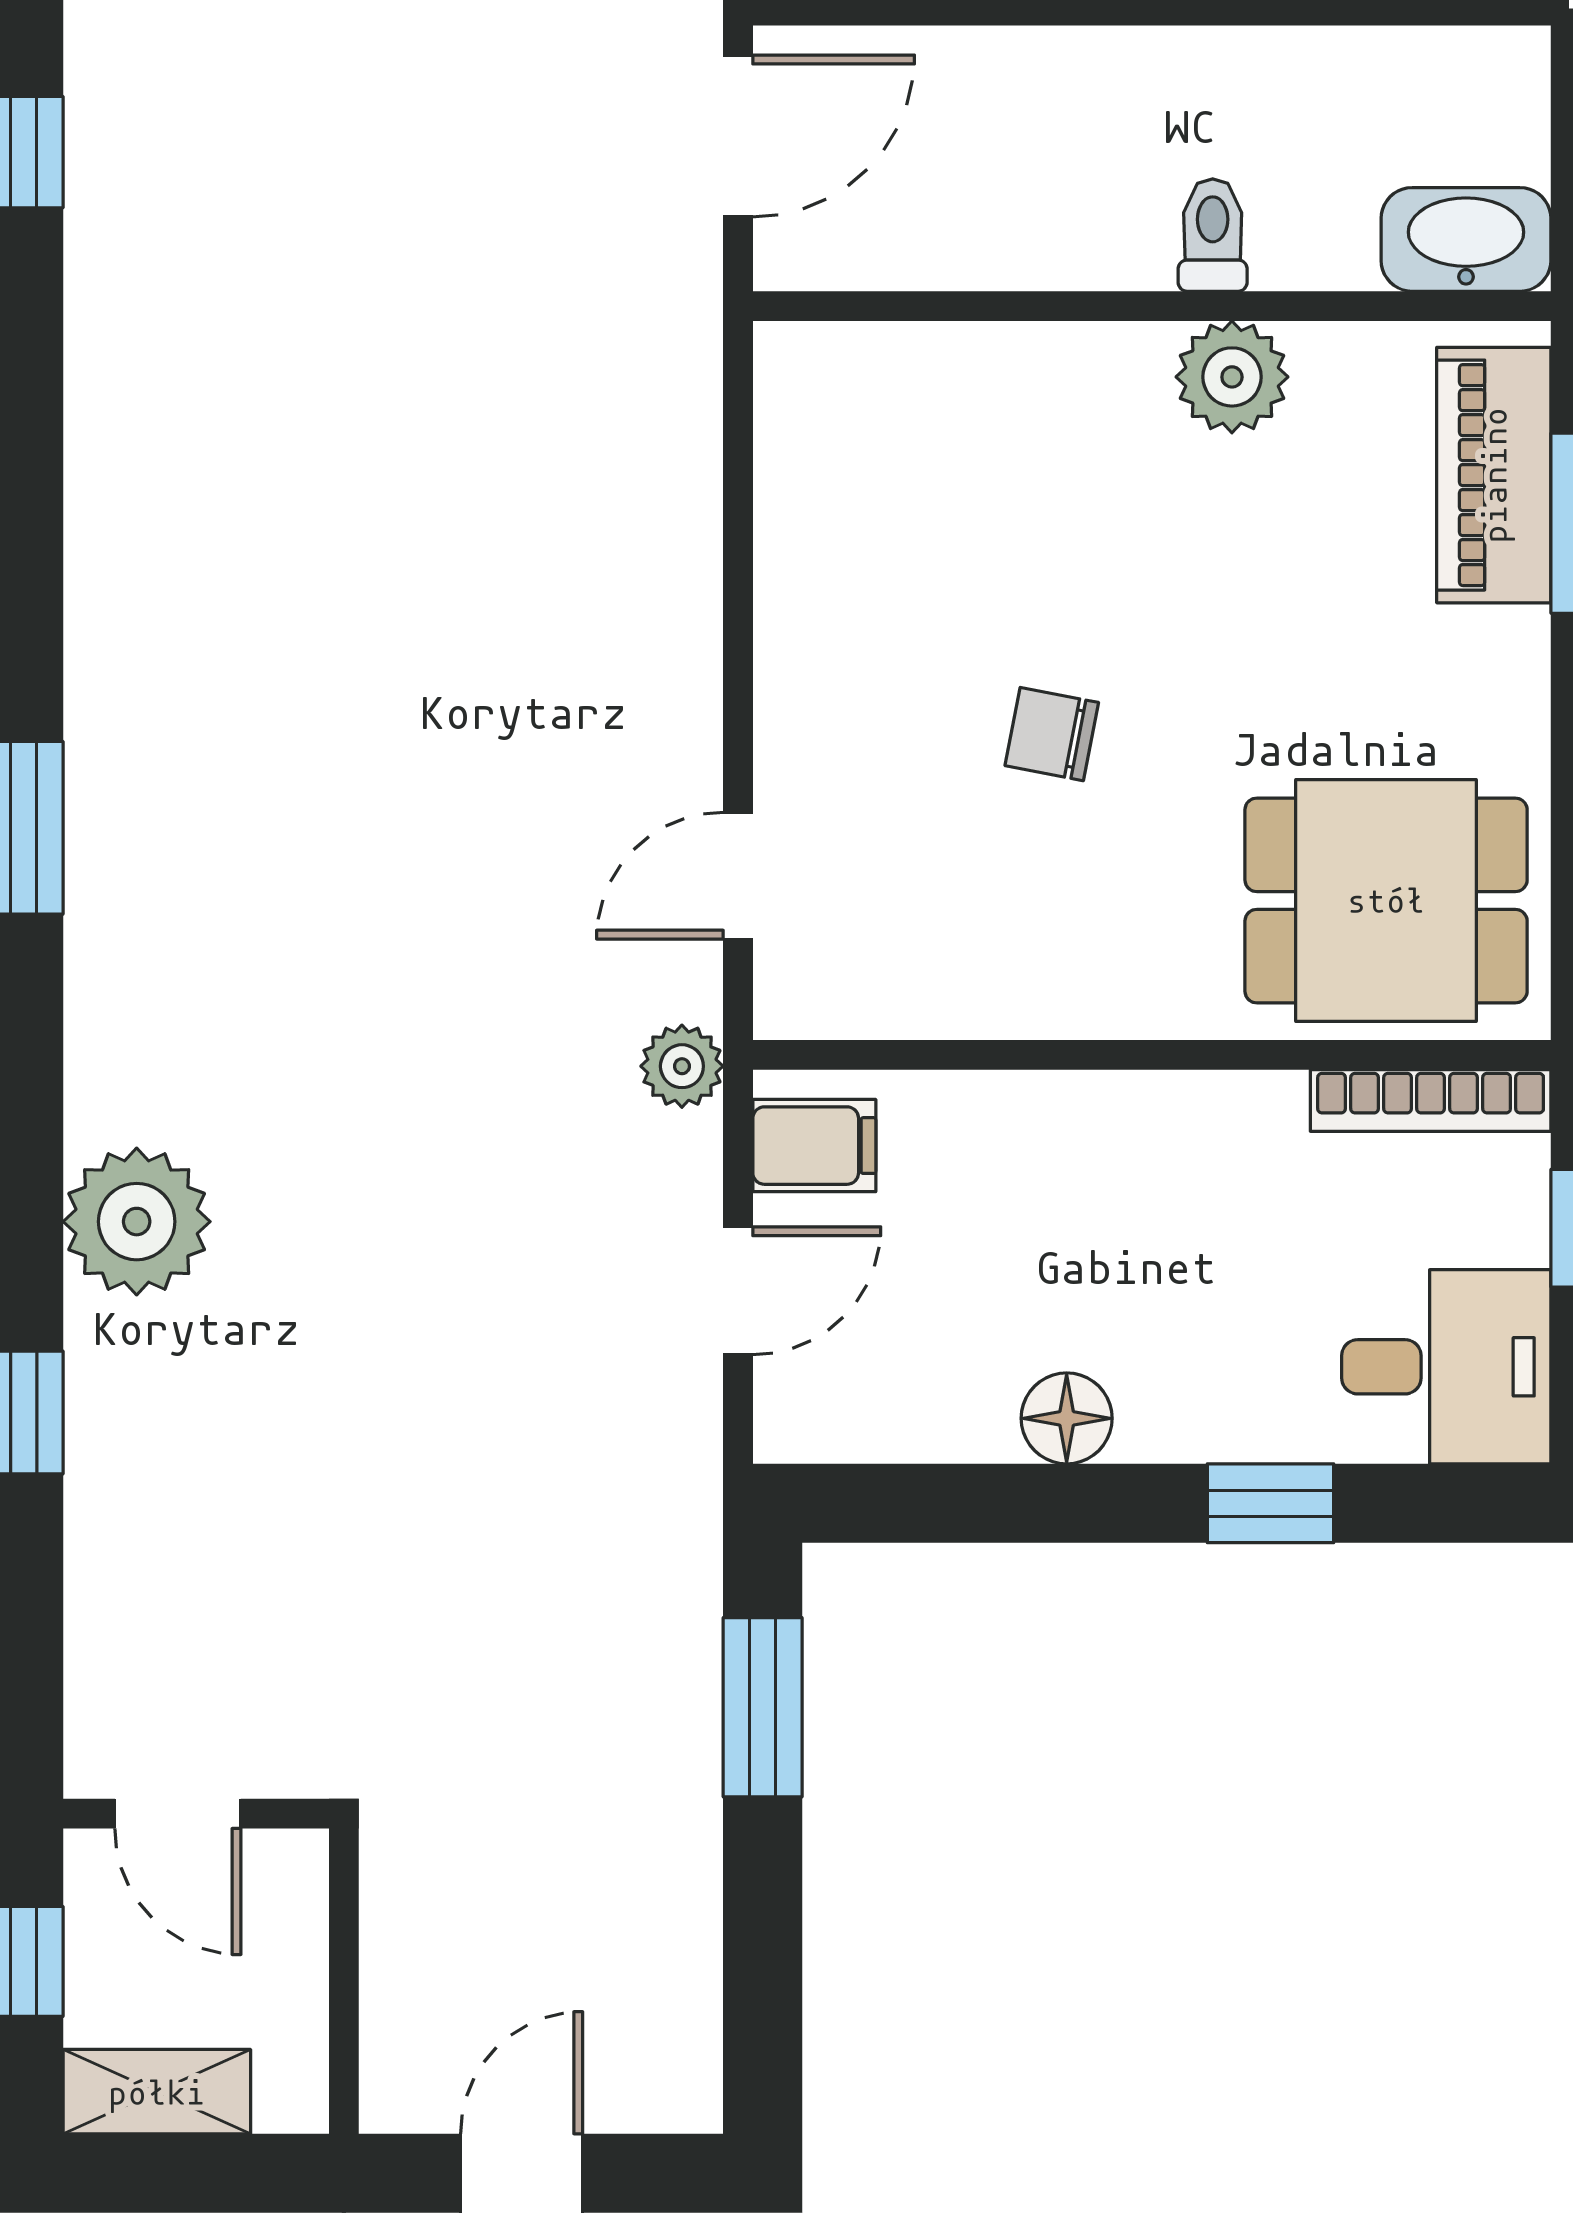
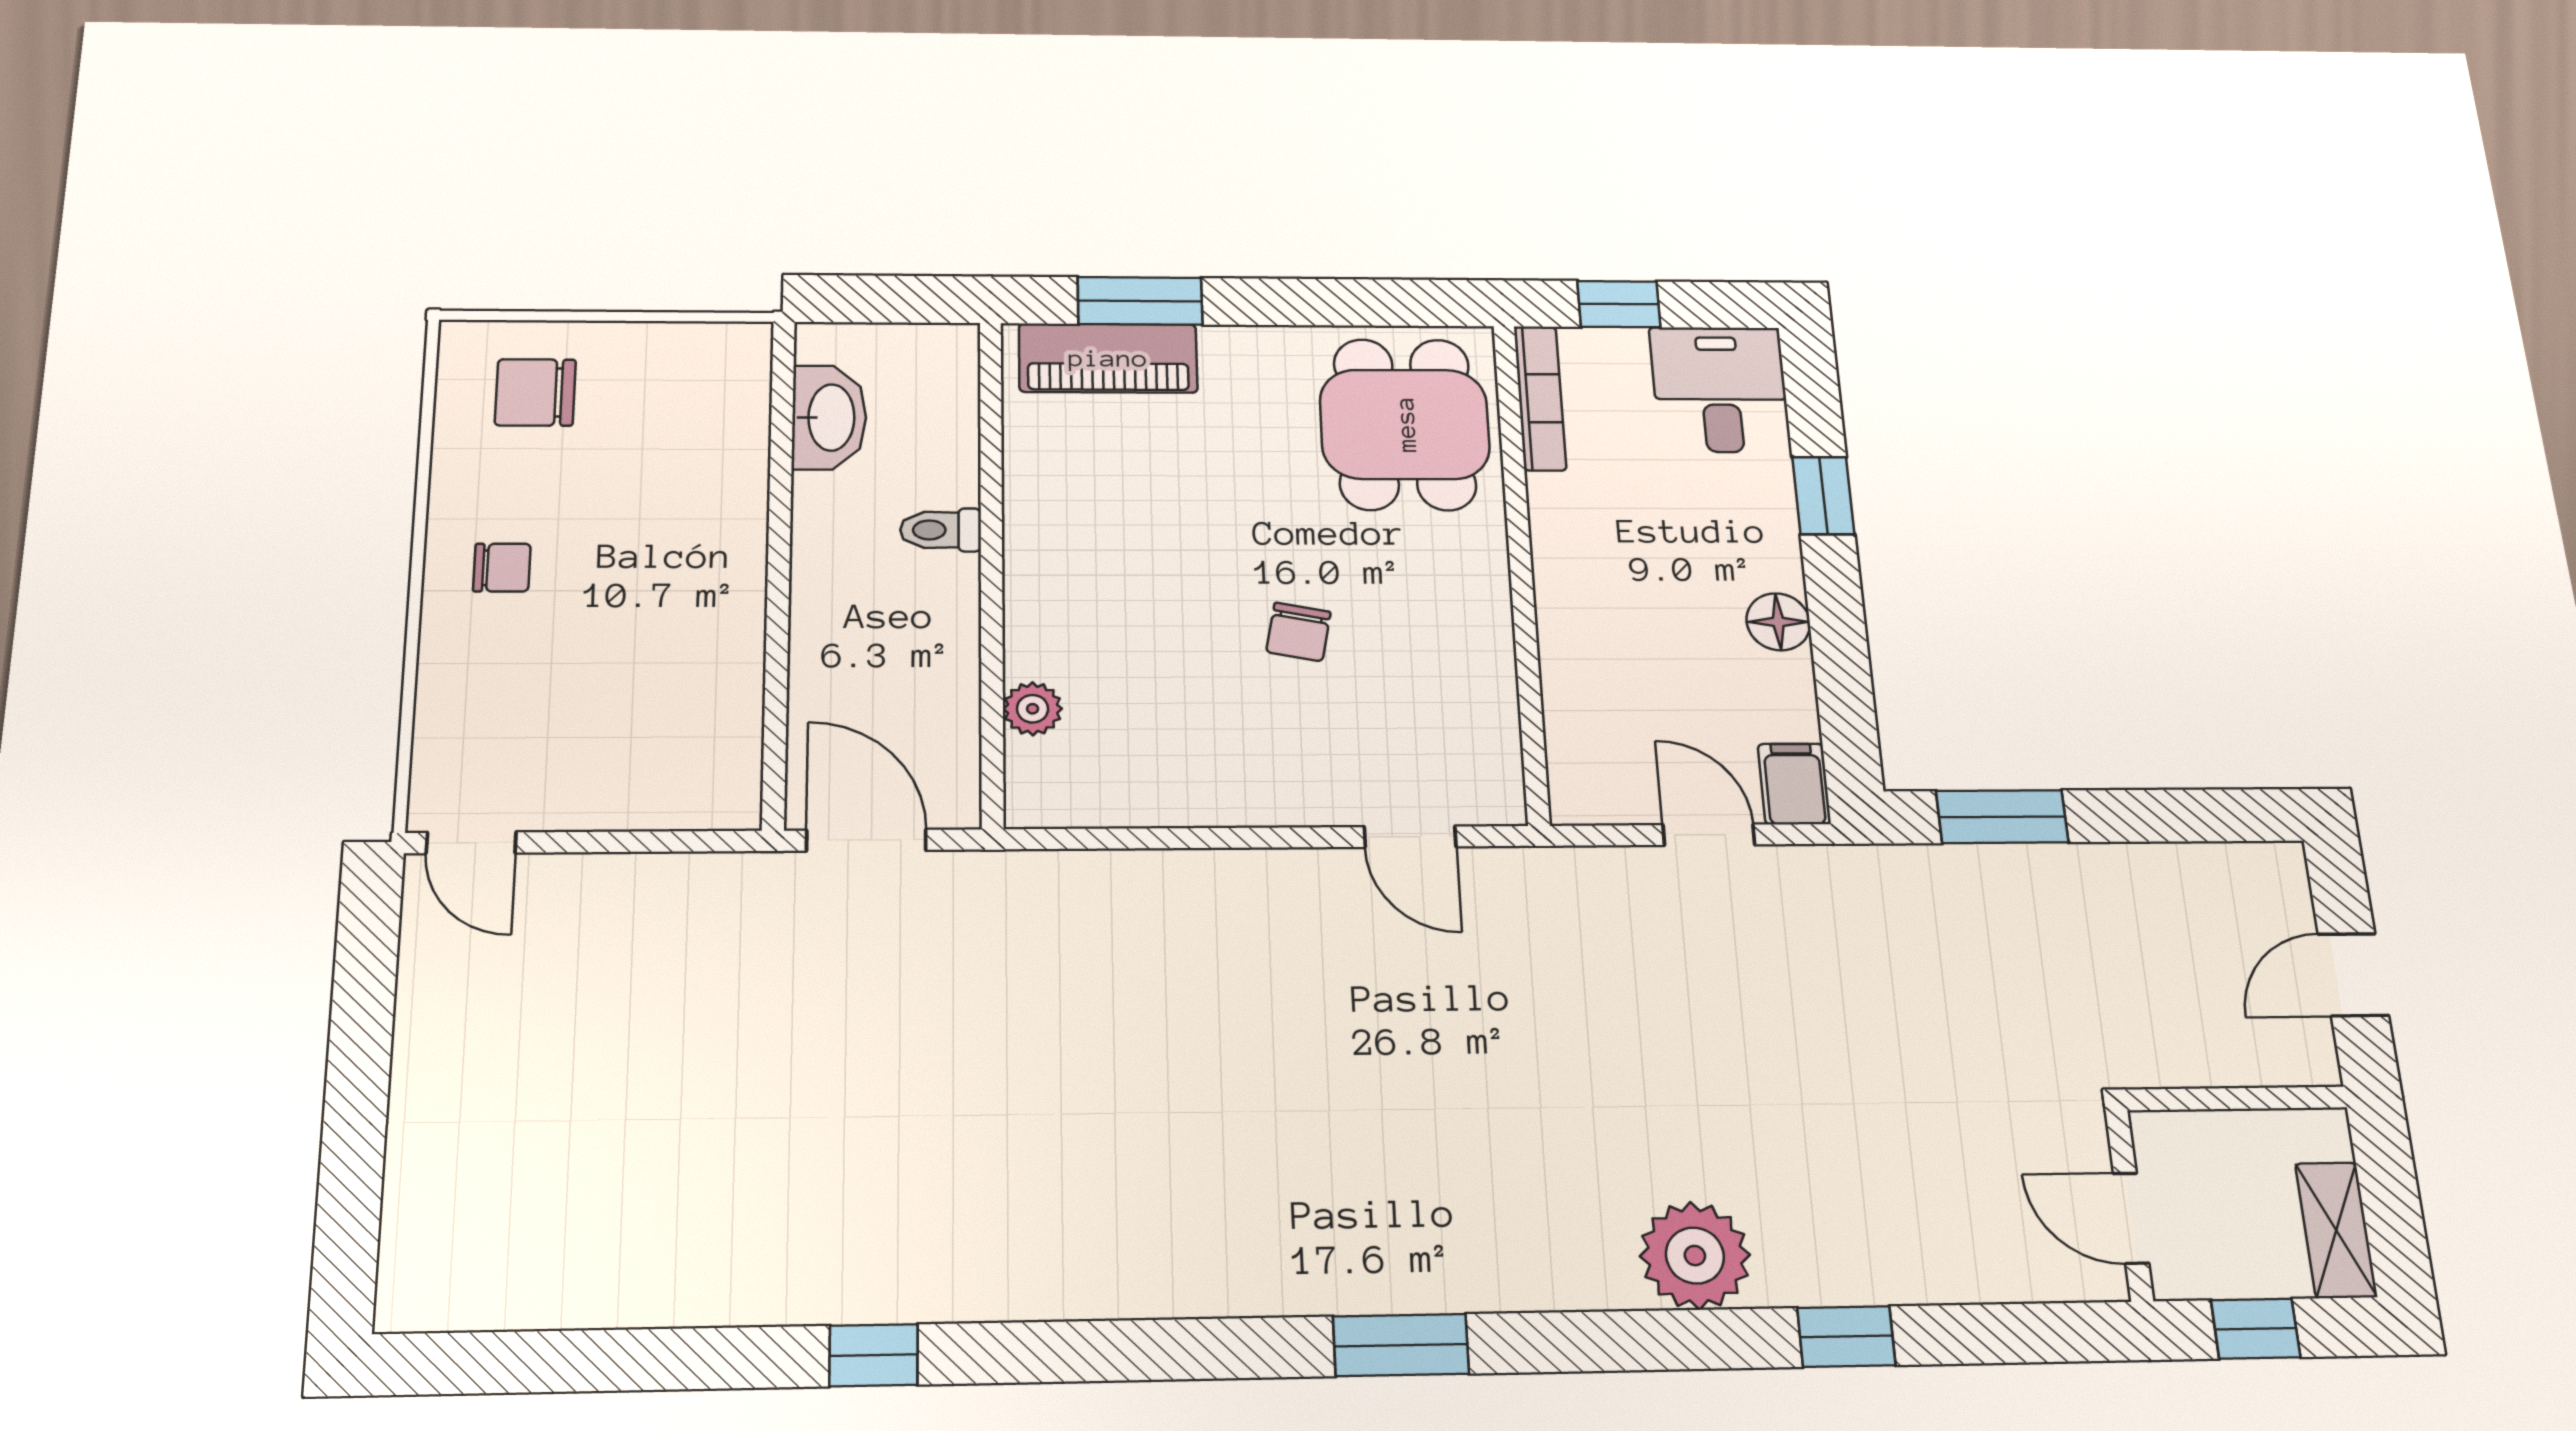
washbasin: (1466, 239) -> (829, 417), moved, turned 180
plant: (1232, 377) -> (1033, 709), moved, width x0.73, depth x0.73
plant: (682, 1066) -> (1550, 873), removed
filing cabinet: (814, 1146) -> (1794, 784), moved
door: (178, 1814) -> (2131, 1218), swing flipped
door: (522, 2173) -> (2353, 975), hinge flipped

